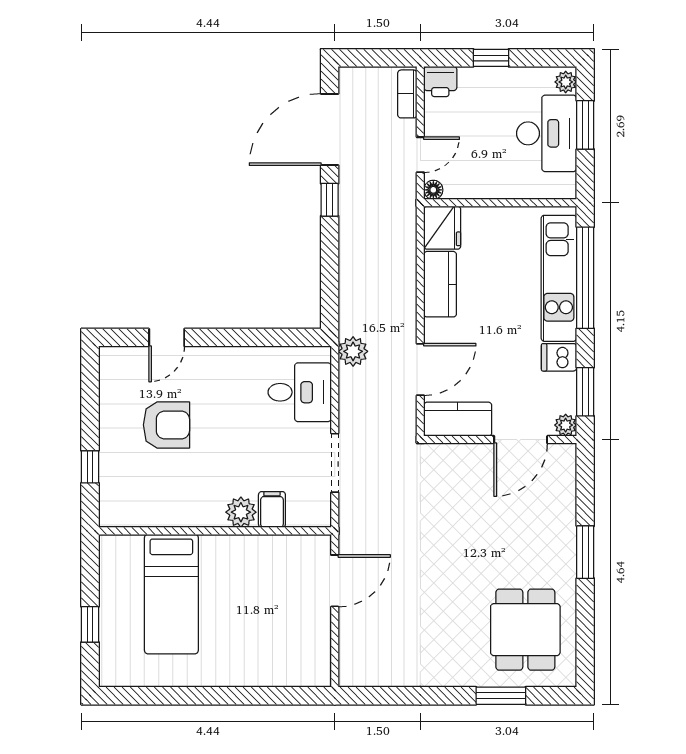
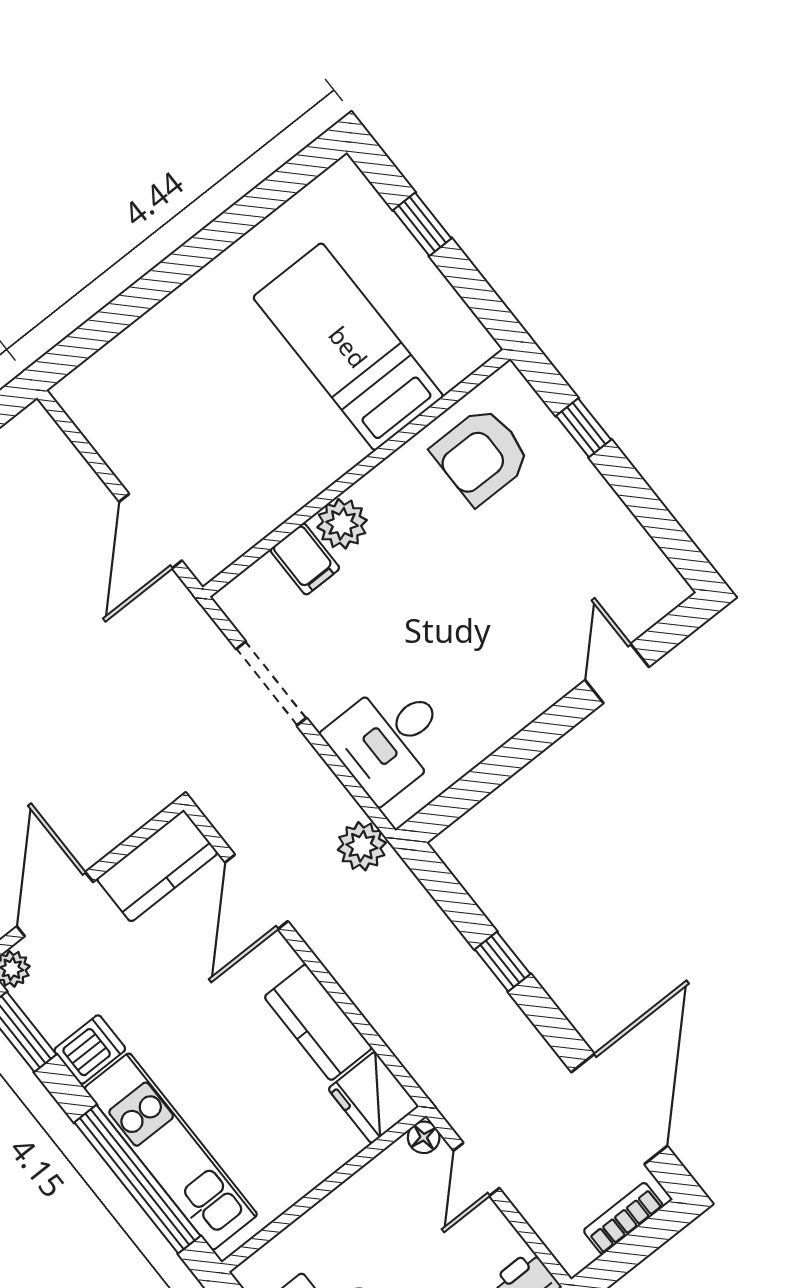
bookcase: (407, 94) -> (623, 1218), moved, turned -90
window: (330, 200) -> (503, 962), moved
armchair: (166, 425) -> (481, 456), moved

